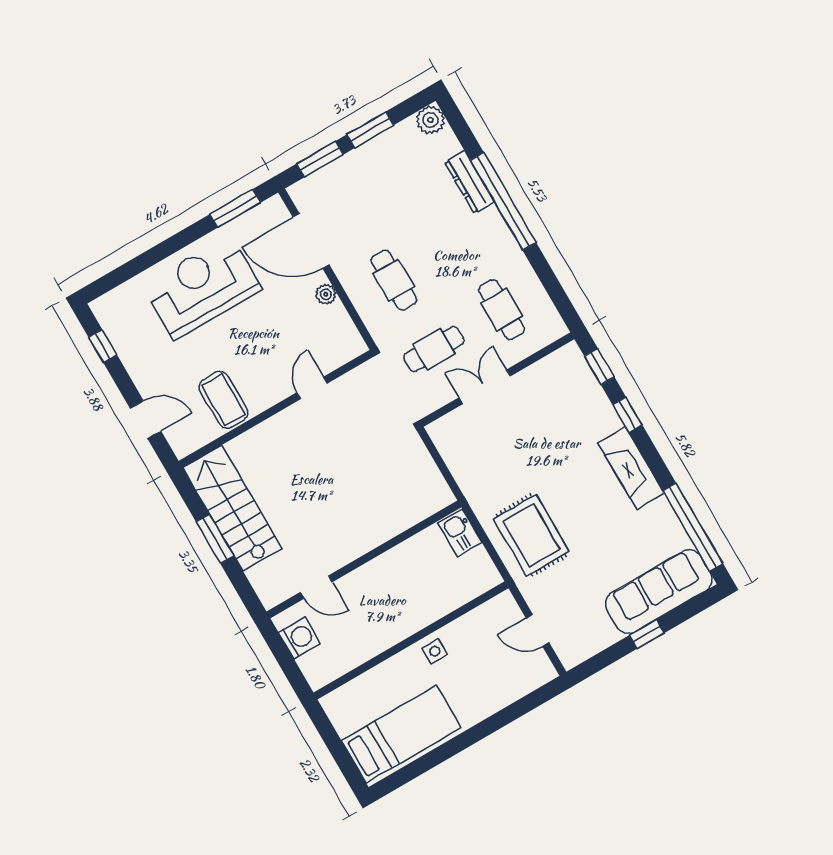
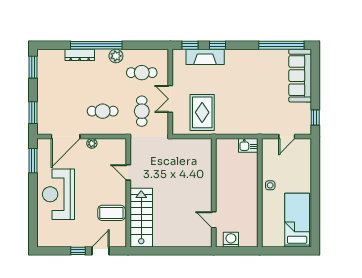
plant: (431, 120) -> (116, 56), moved
window: (370, 130) -> (33, 67), moved
window: (103, 346) -> (78, 251), moved
fireplace: (631, 468) -> (205, 57), moved
stairs: (232, 508) -> (141, 218), moved, turned 90
kitchen sink: (460, 533) -> (248, 145), moved
rug: (531, 535) -> (202, 112), moved, turned 90
window: (215, 539) -> (168, 251), removed
door: (316, 587) -> (214, 220), swing flipped
window: (647, 634) -> (315, 118), moved

